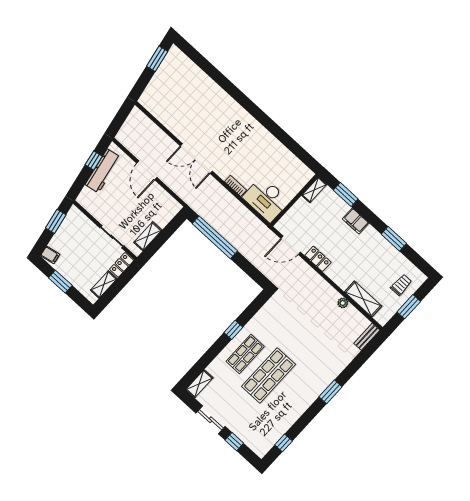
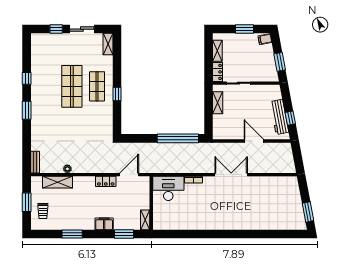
window: (284, 443) -> (27, 78), moved

